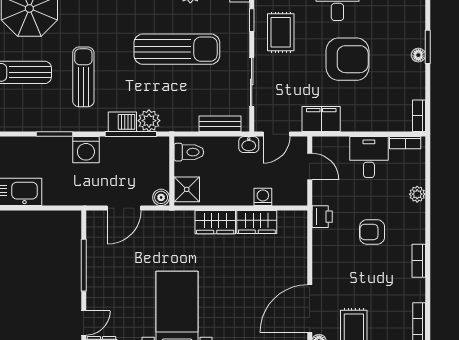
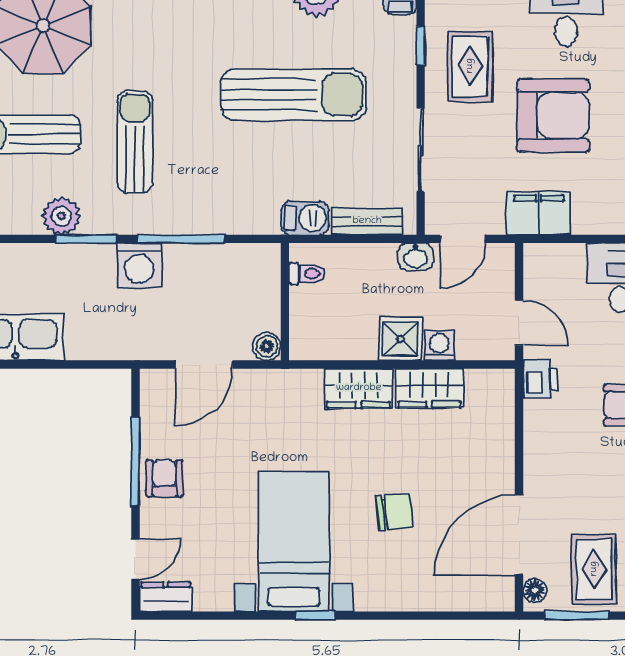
armchair: (348, 59) -> (553, 116), moved
plant: (149, 121) -> (61, 216), moved
barbecue: (122, 122) -> (305, 218), moved
window: (131, 134) -> (181, 239), moved
toilet: (189, 152) -> (307, 274), width x0.73, depth x0.72
door: (310, 166) -> (519, 323), moved
shower: (187, 189) -> (400, 339), moved
armchair: (101, 275) -> (165, 478), added
chair: (237, 295) -> (395, 511), added

